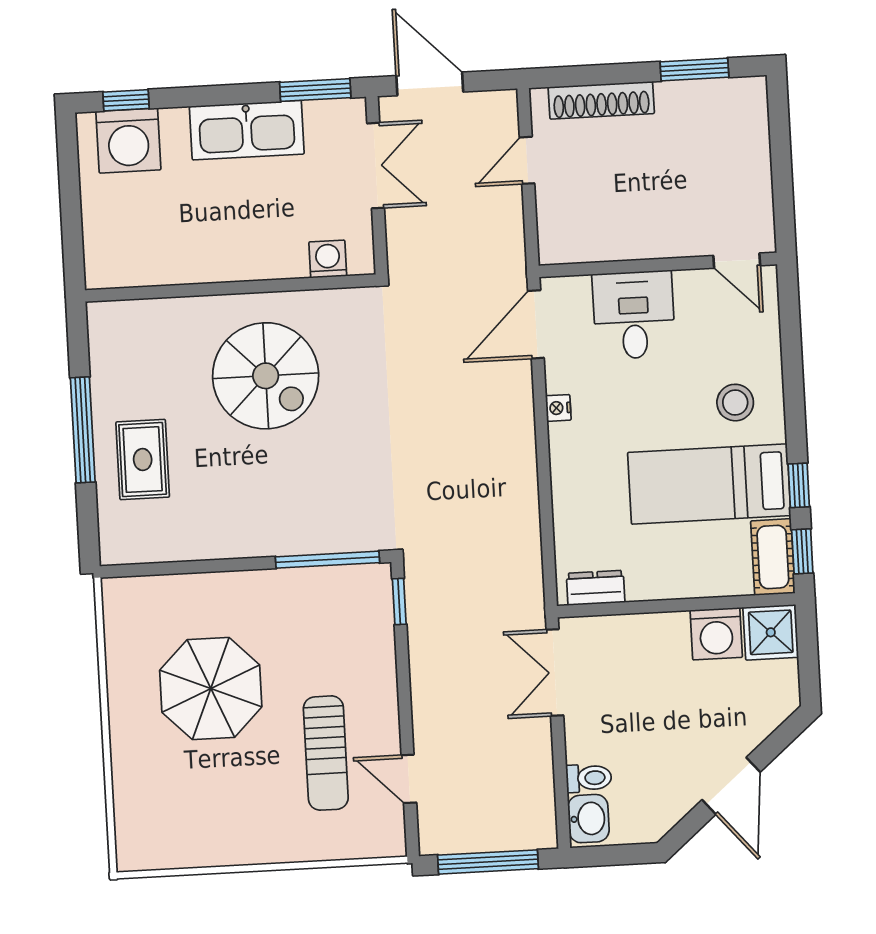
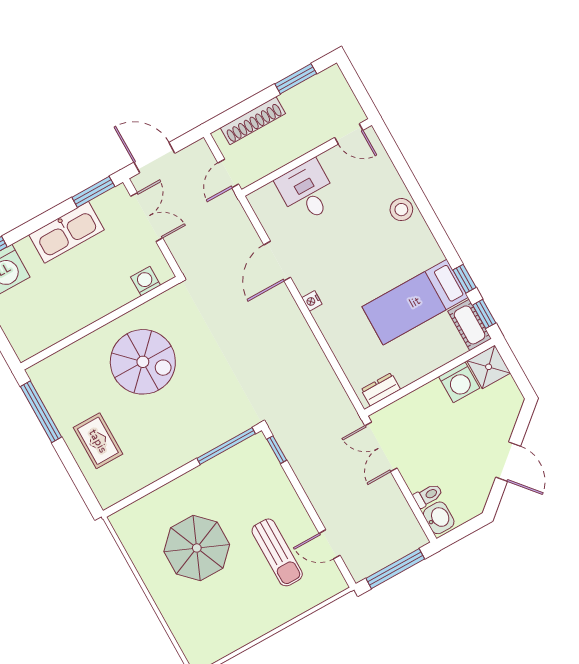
door: (737, 261) -> (349, 134), moved
wall: (658, 265) -> (307, 157), moved
desk: (634, 315) -> (307, 191), moved
stool: (735, 403) -> (401, 210), moved
window: (83, 430) -> (41, 412), moved

